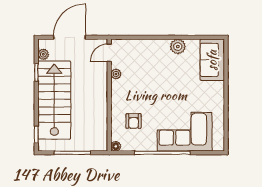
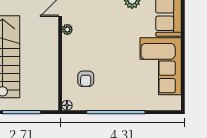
corner sofa: (185, 132) -> (161, 66), moved, turned -90

